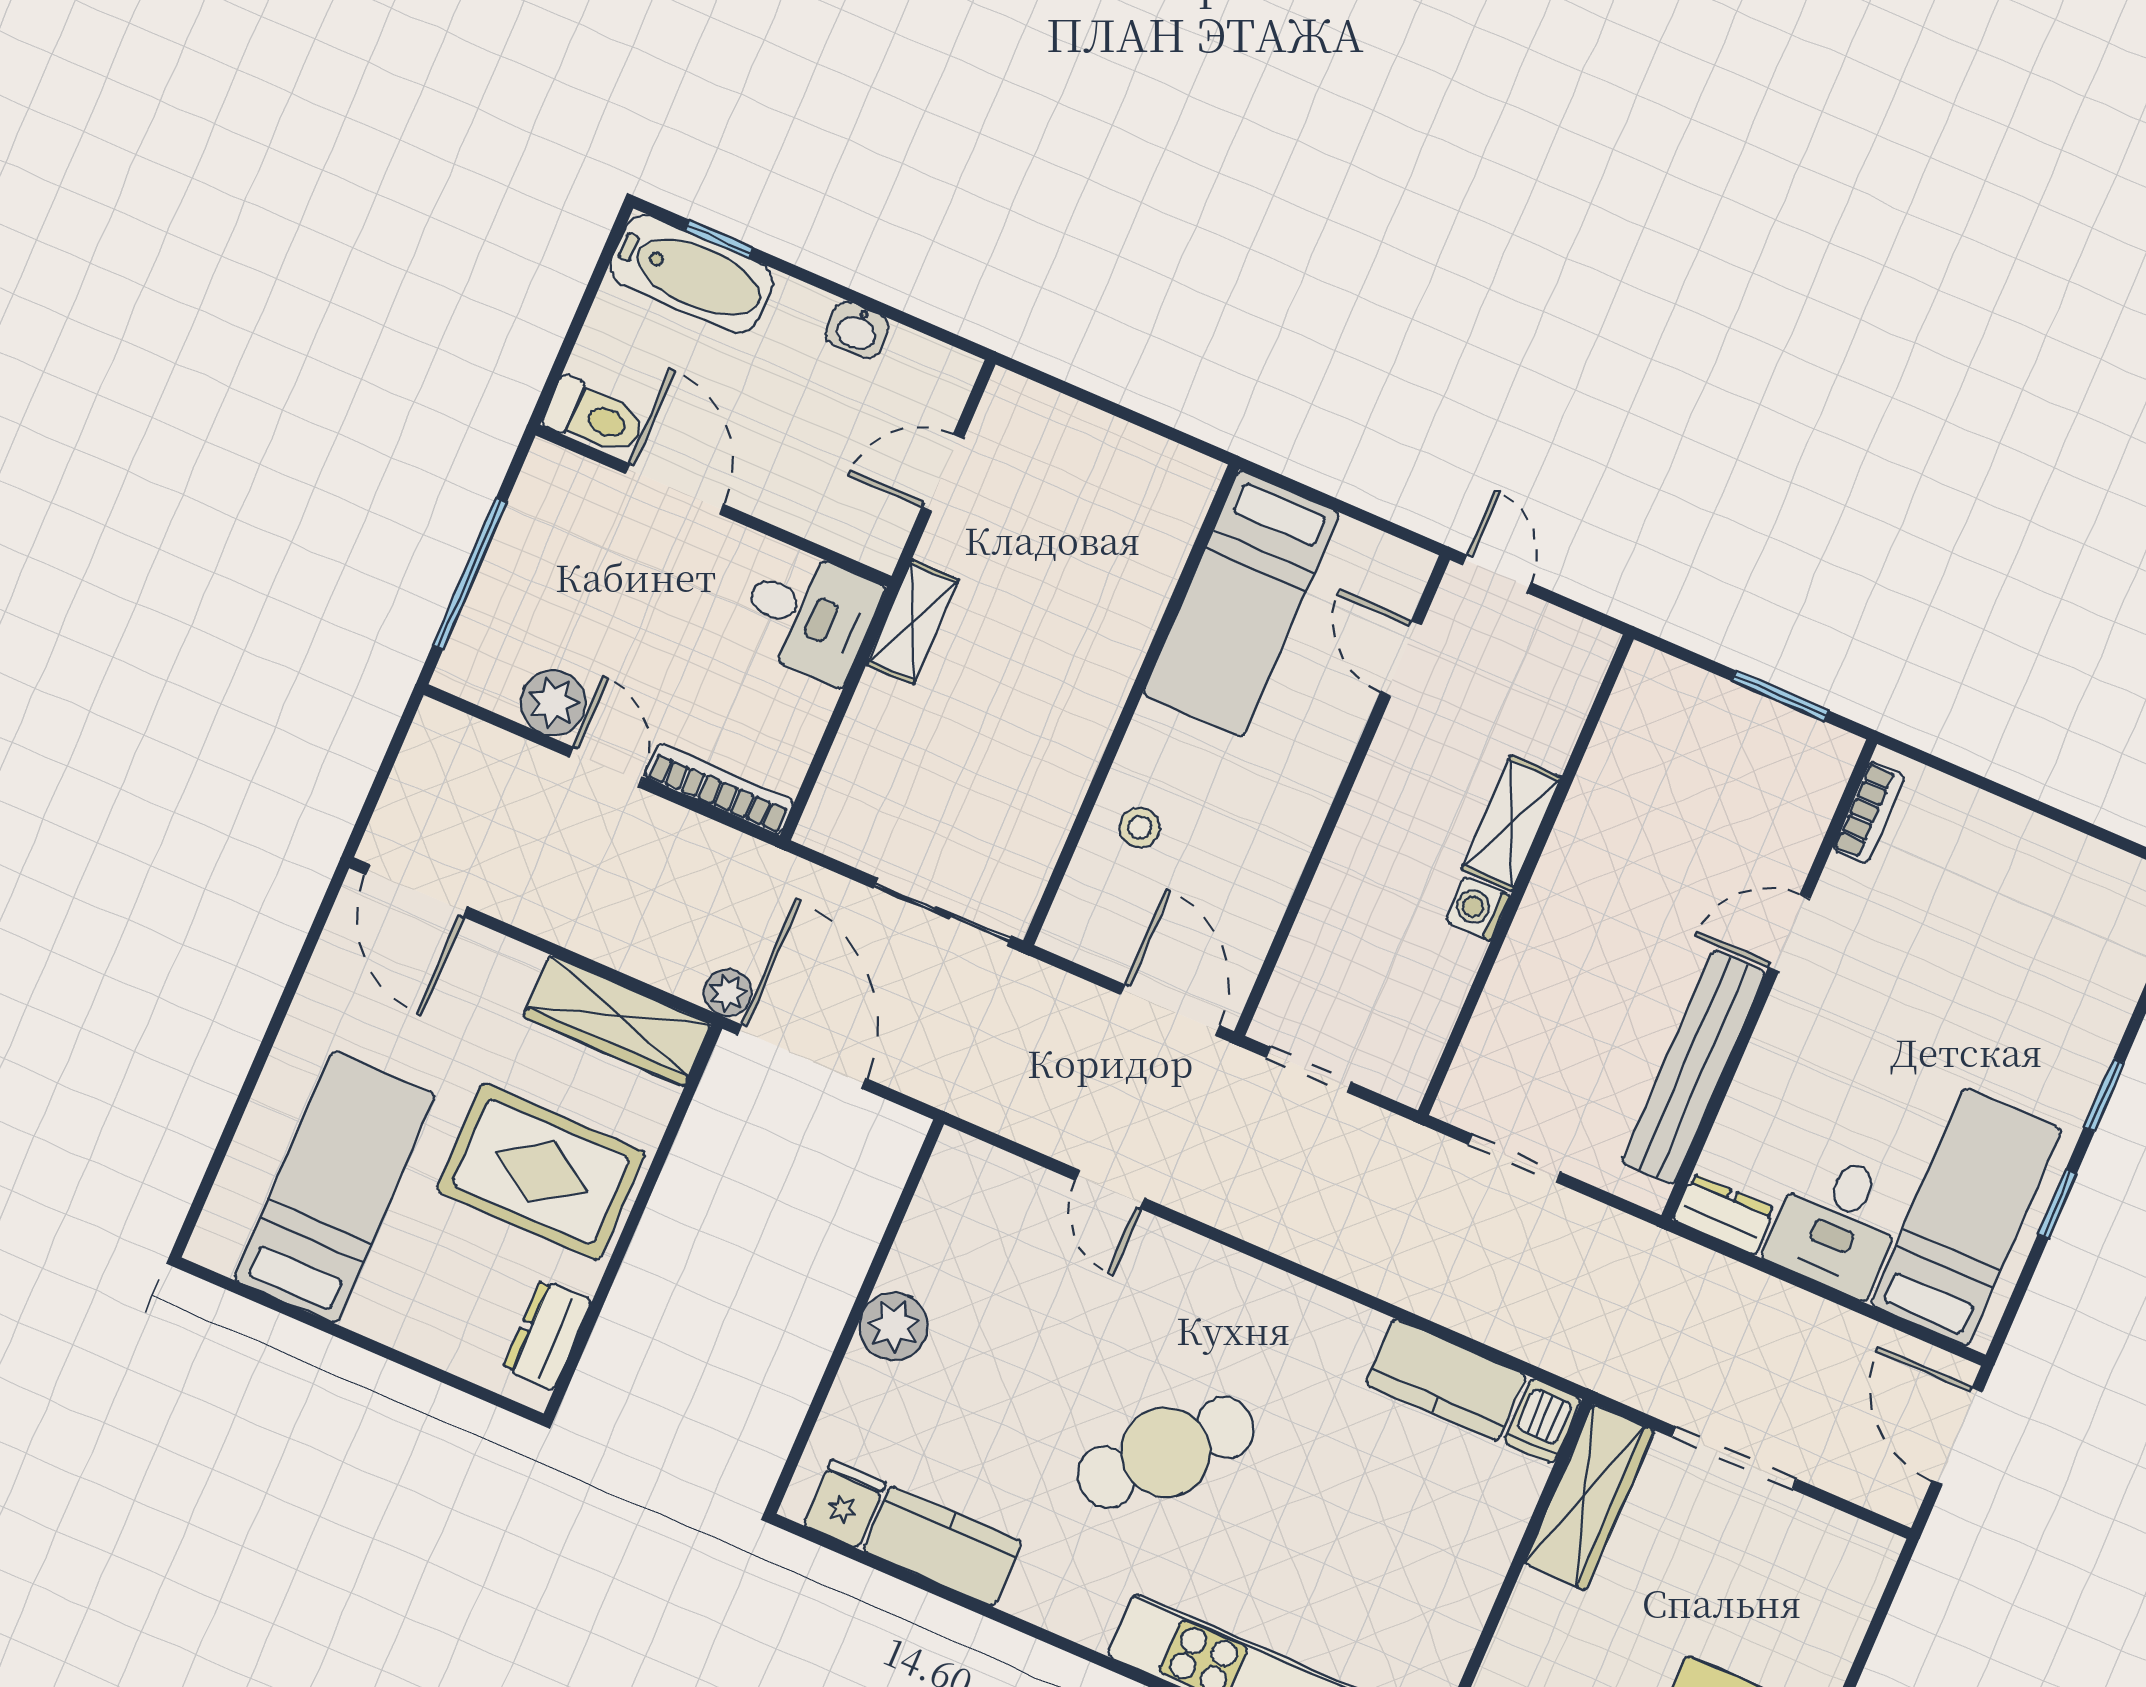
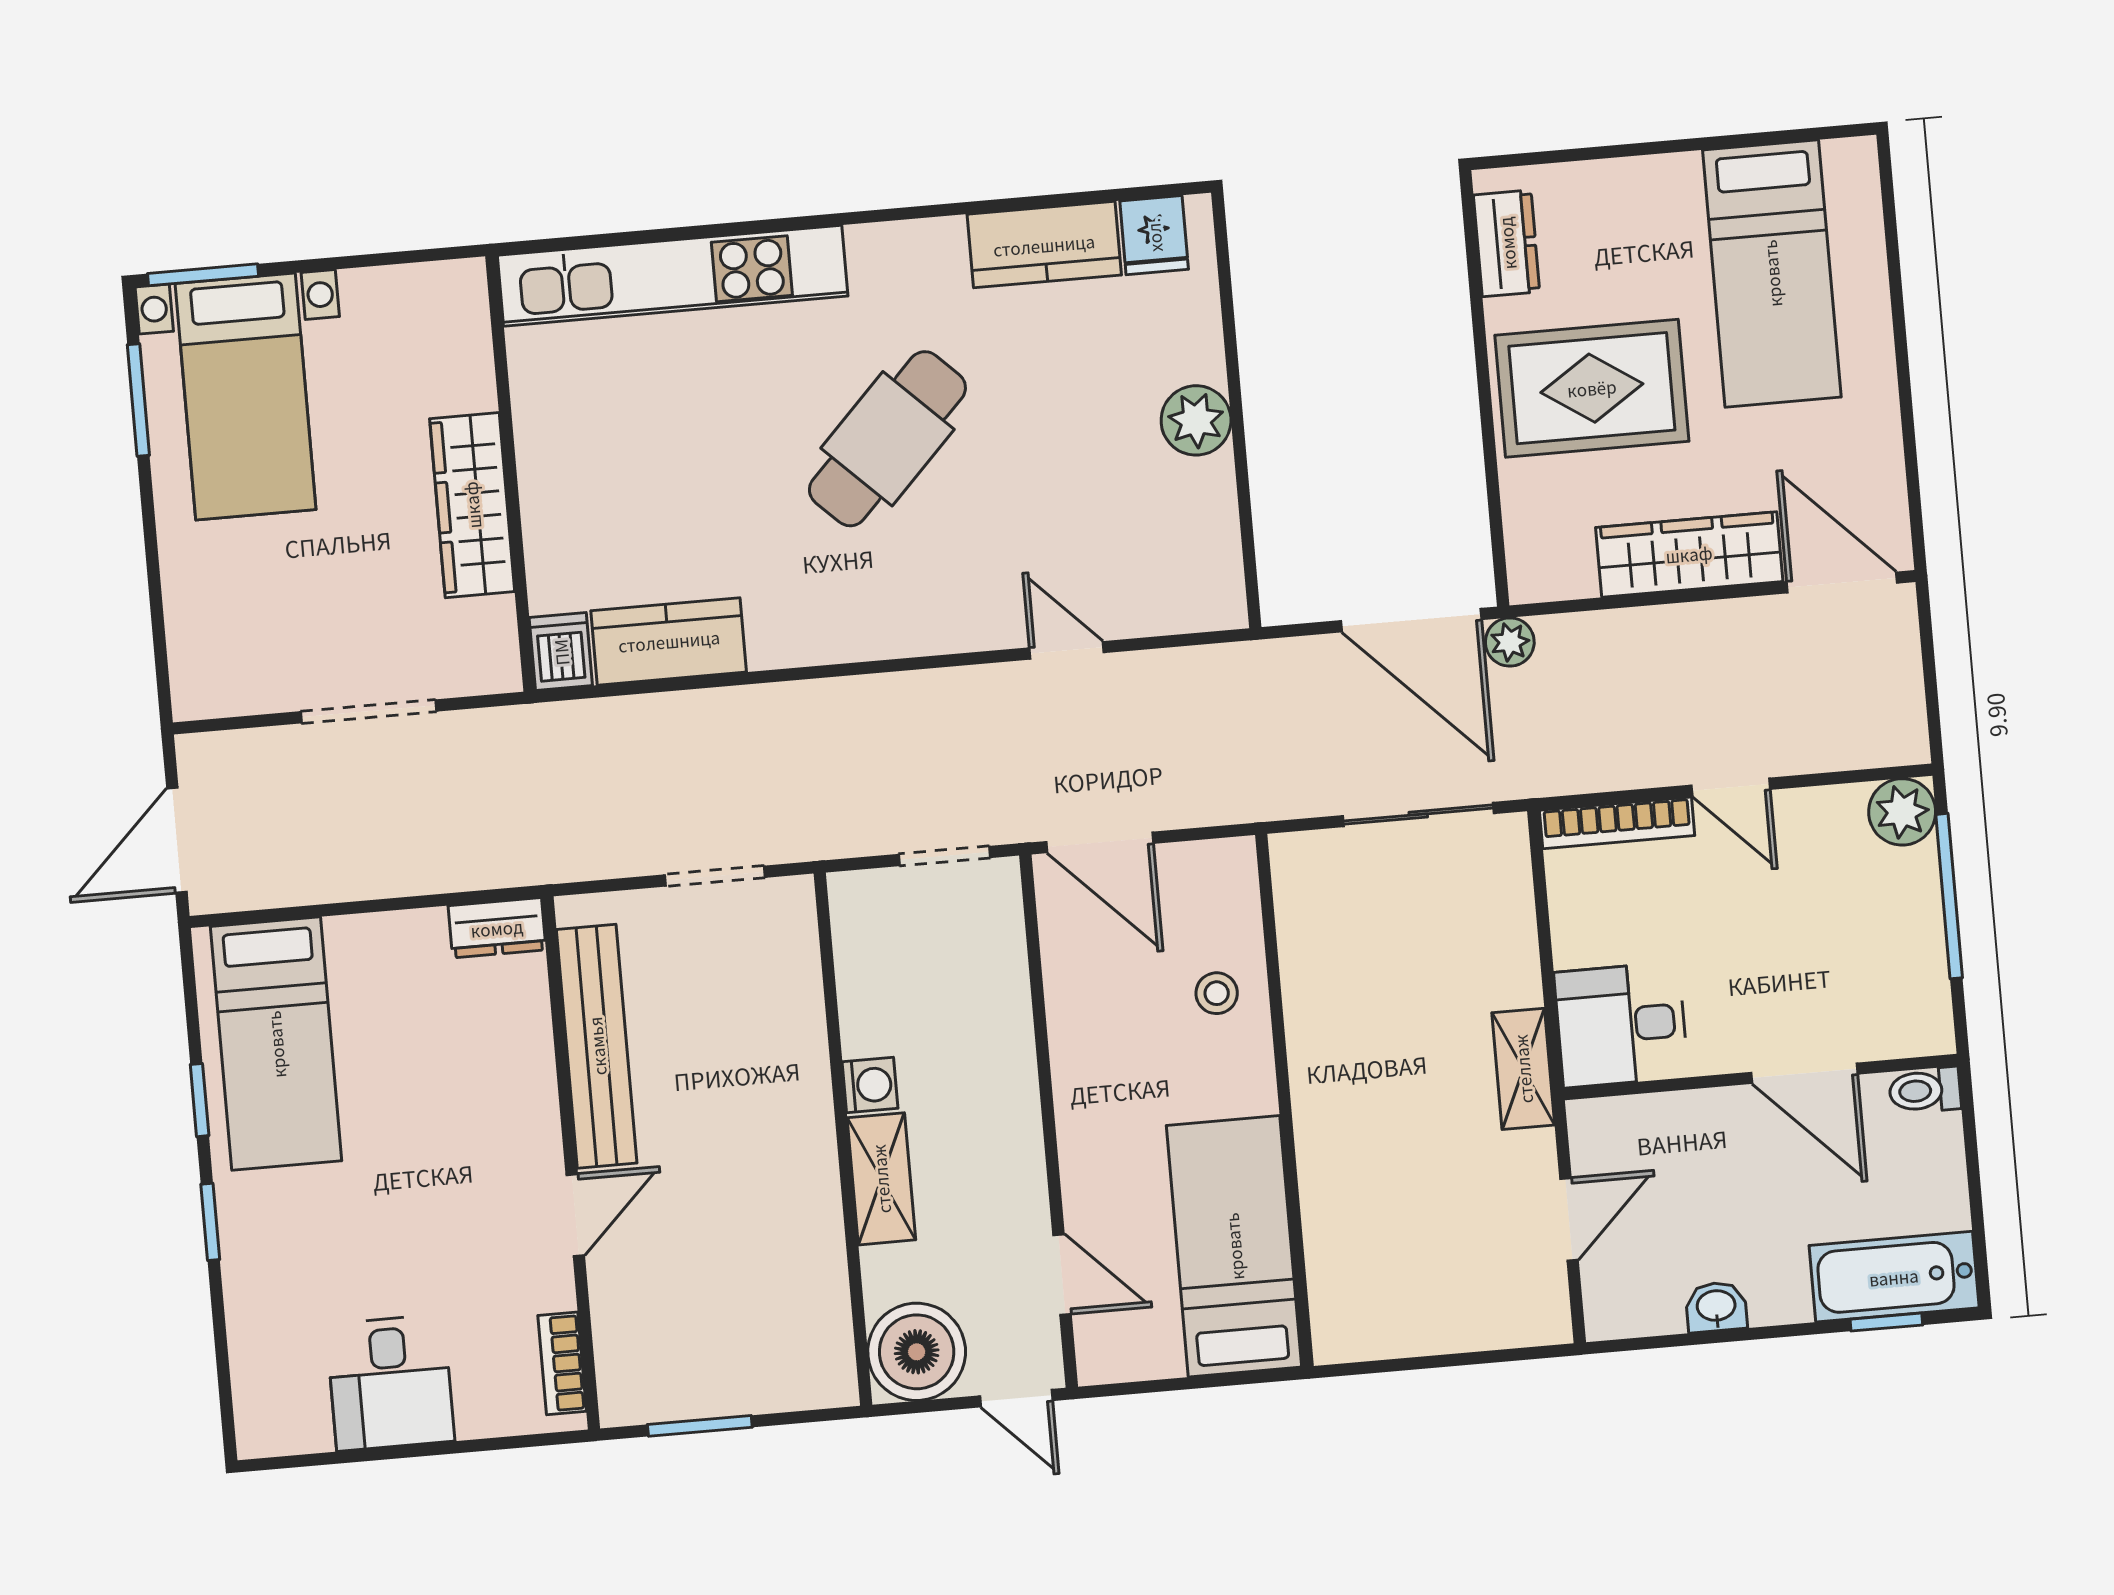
toilet: (595, 417) -> (1925, 1090), width x0.73, depth x0.72
boiler: (1561, 659) -> (917, 1352), added
plant: (553, 703) -> (1902, 812), moved
sliding door: (943, 912) -> (1418, 815), moved
wardrobe: (617, 1021) -> (1689, 554), moved
desk: (1837, 1224) -> (390, 1383), moved, turned 180
door: (1957, 1436) -> (177, 840), swing flipped
wardrobe: (1589, 1497) -> (472, 505), moved

